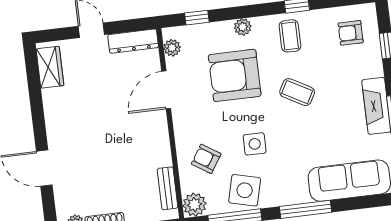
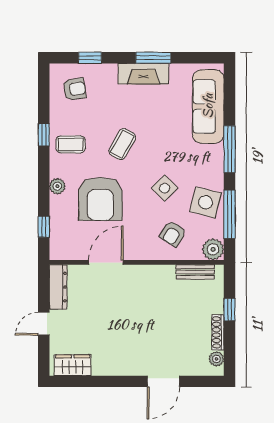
armchair: (351, 33) -> (75, 89), turned -99
plant: (172, 48) -> (68, 252), removed
door: (166, 90) -> (106, 262), swing flipped
side table: (255, 144) -> (165, 188), turned 45

